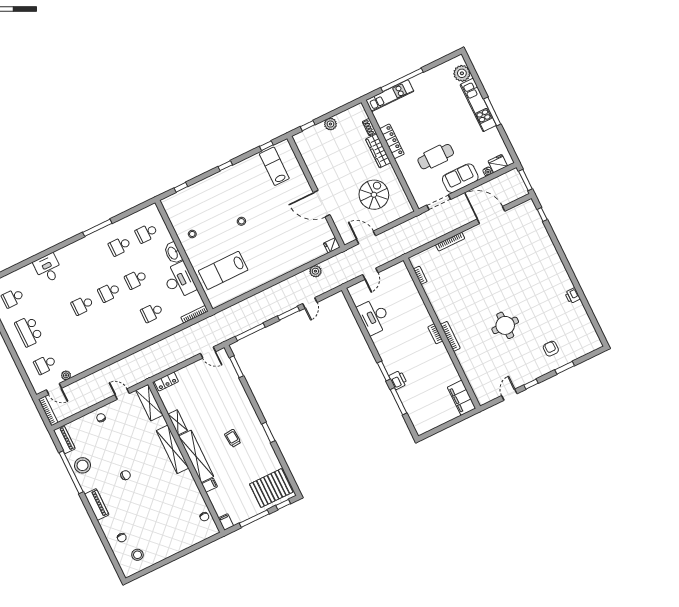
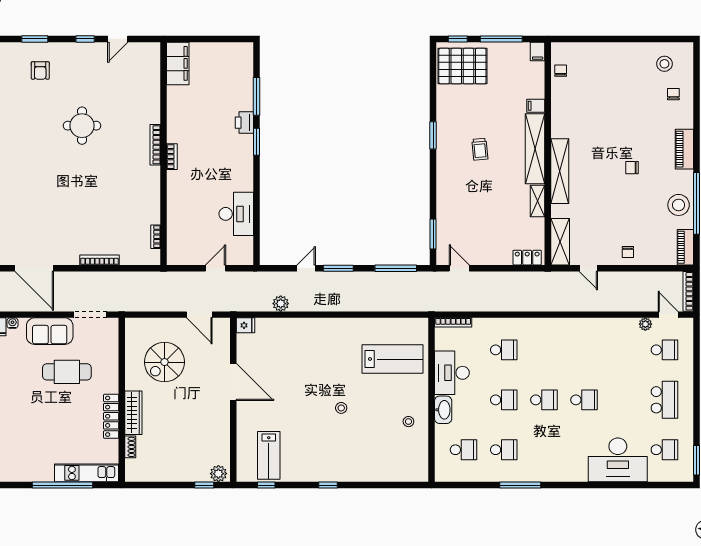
plant: (330, 124) -> (218, 474), moved
window: (181, 187) -> (395, 485), removed
desk: (48, 268) -> (618, 460), width x1.87, depth x1.30

